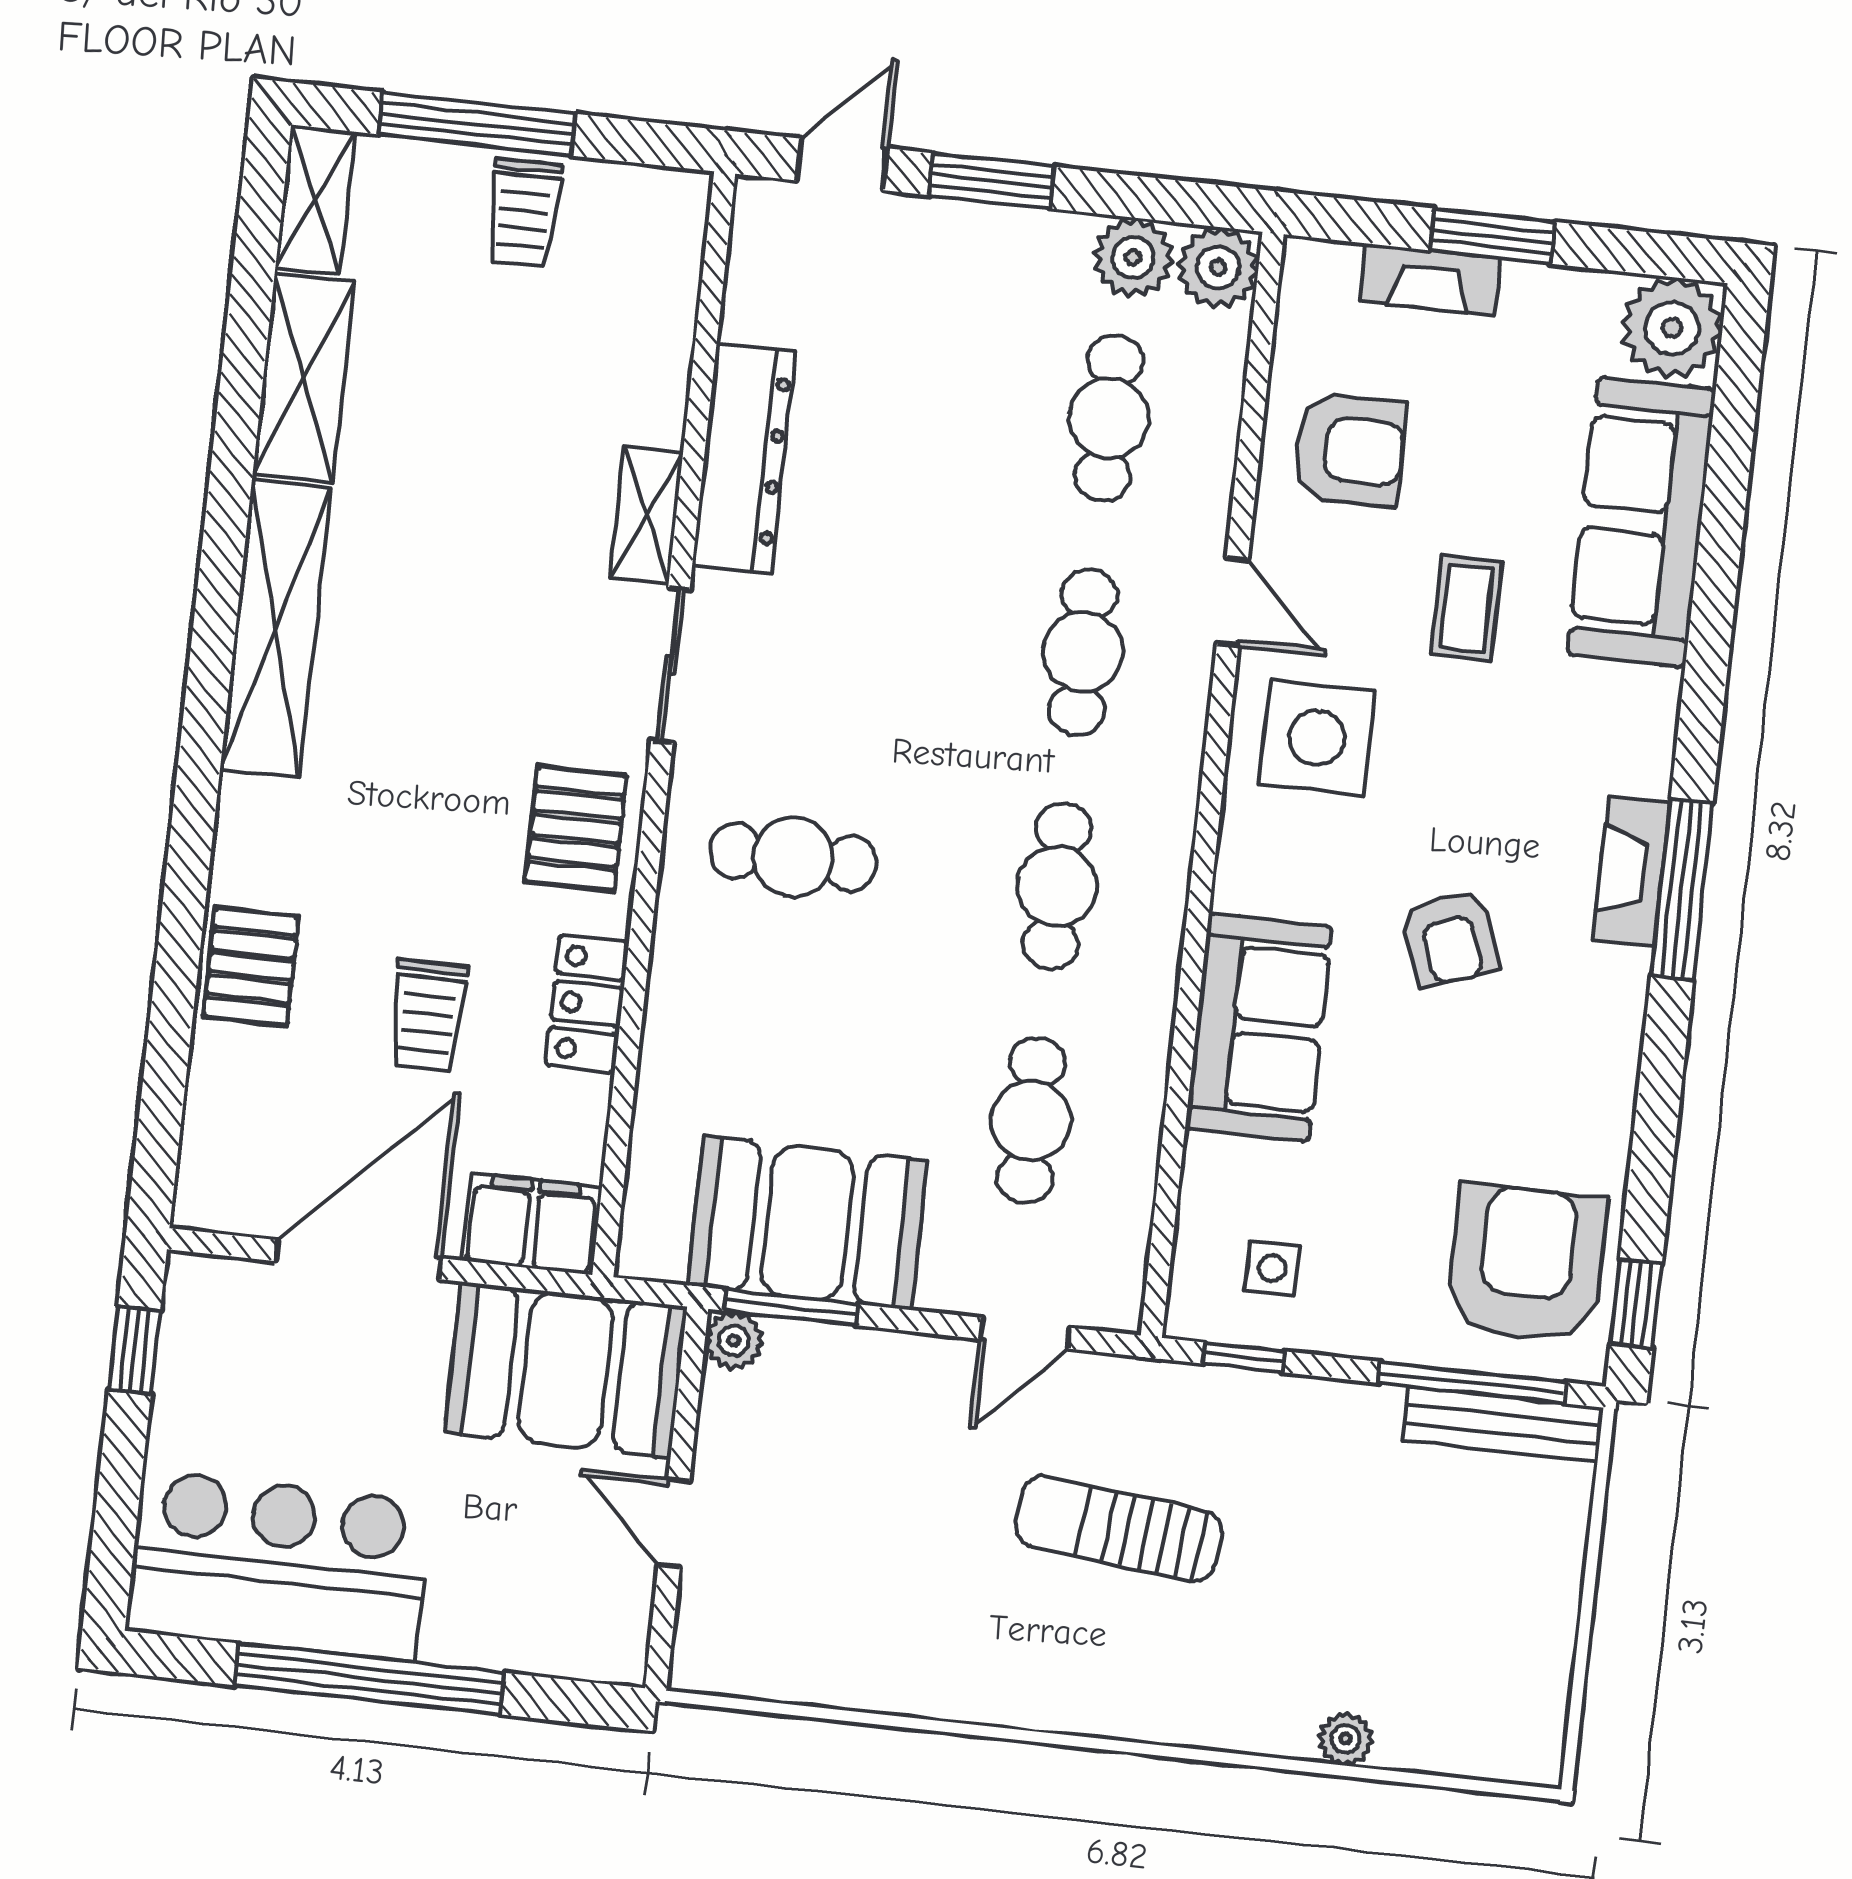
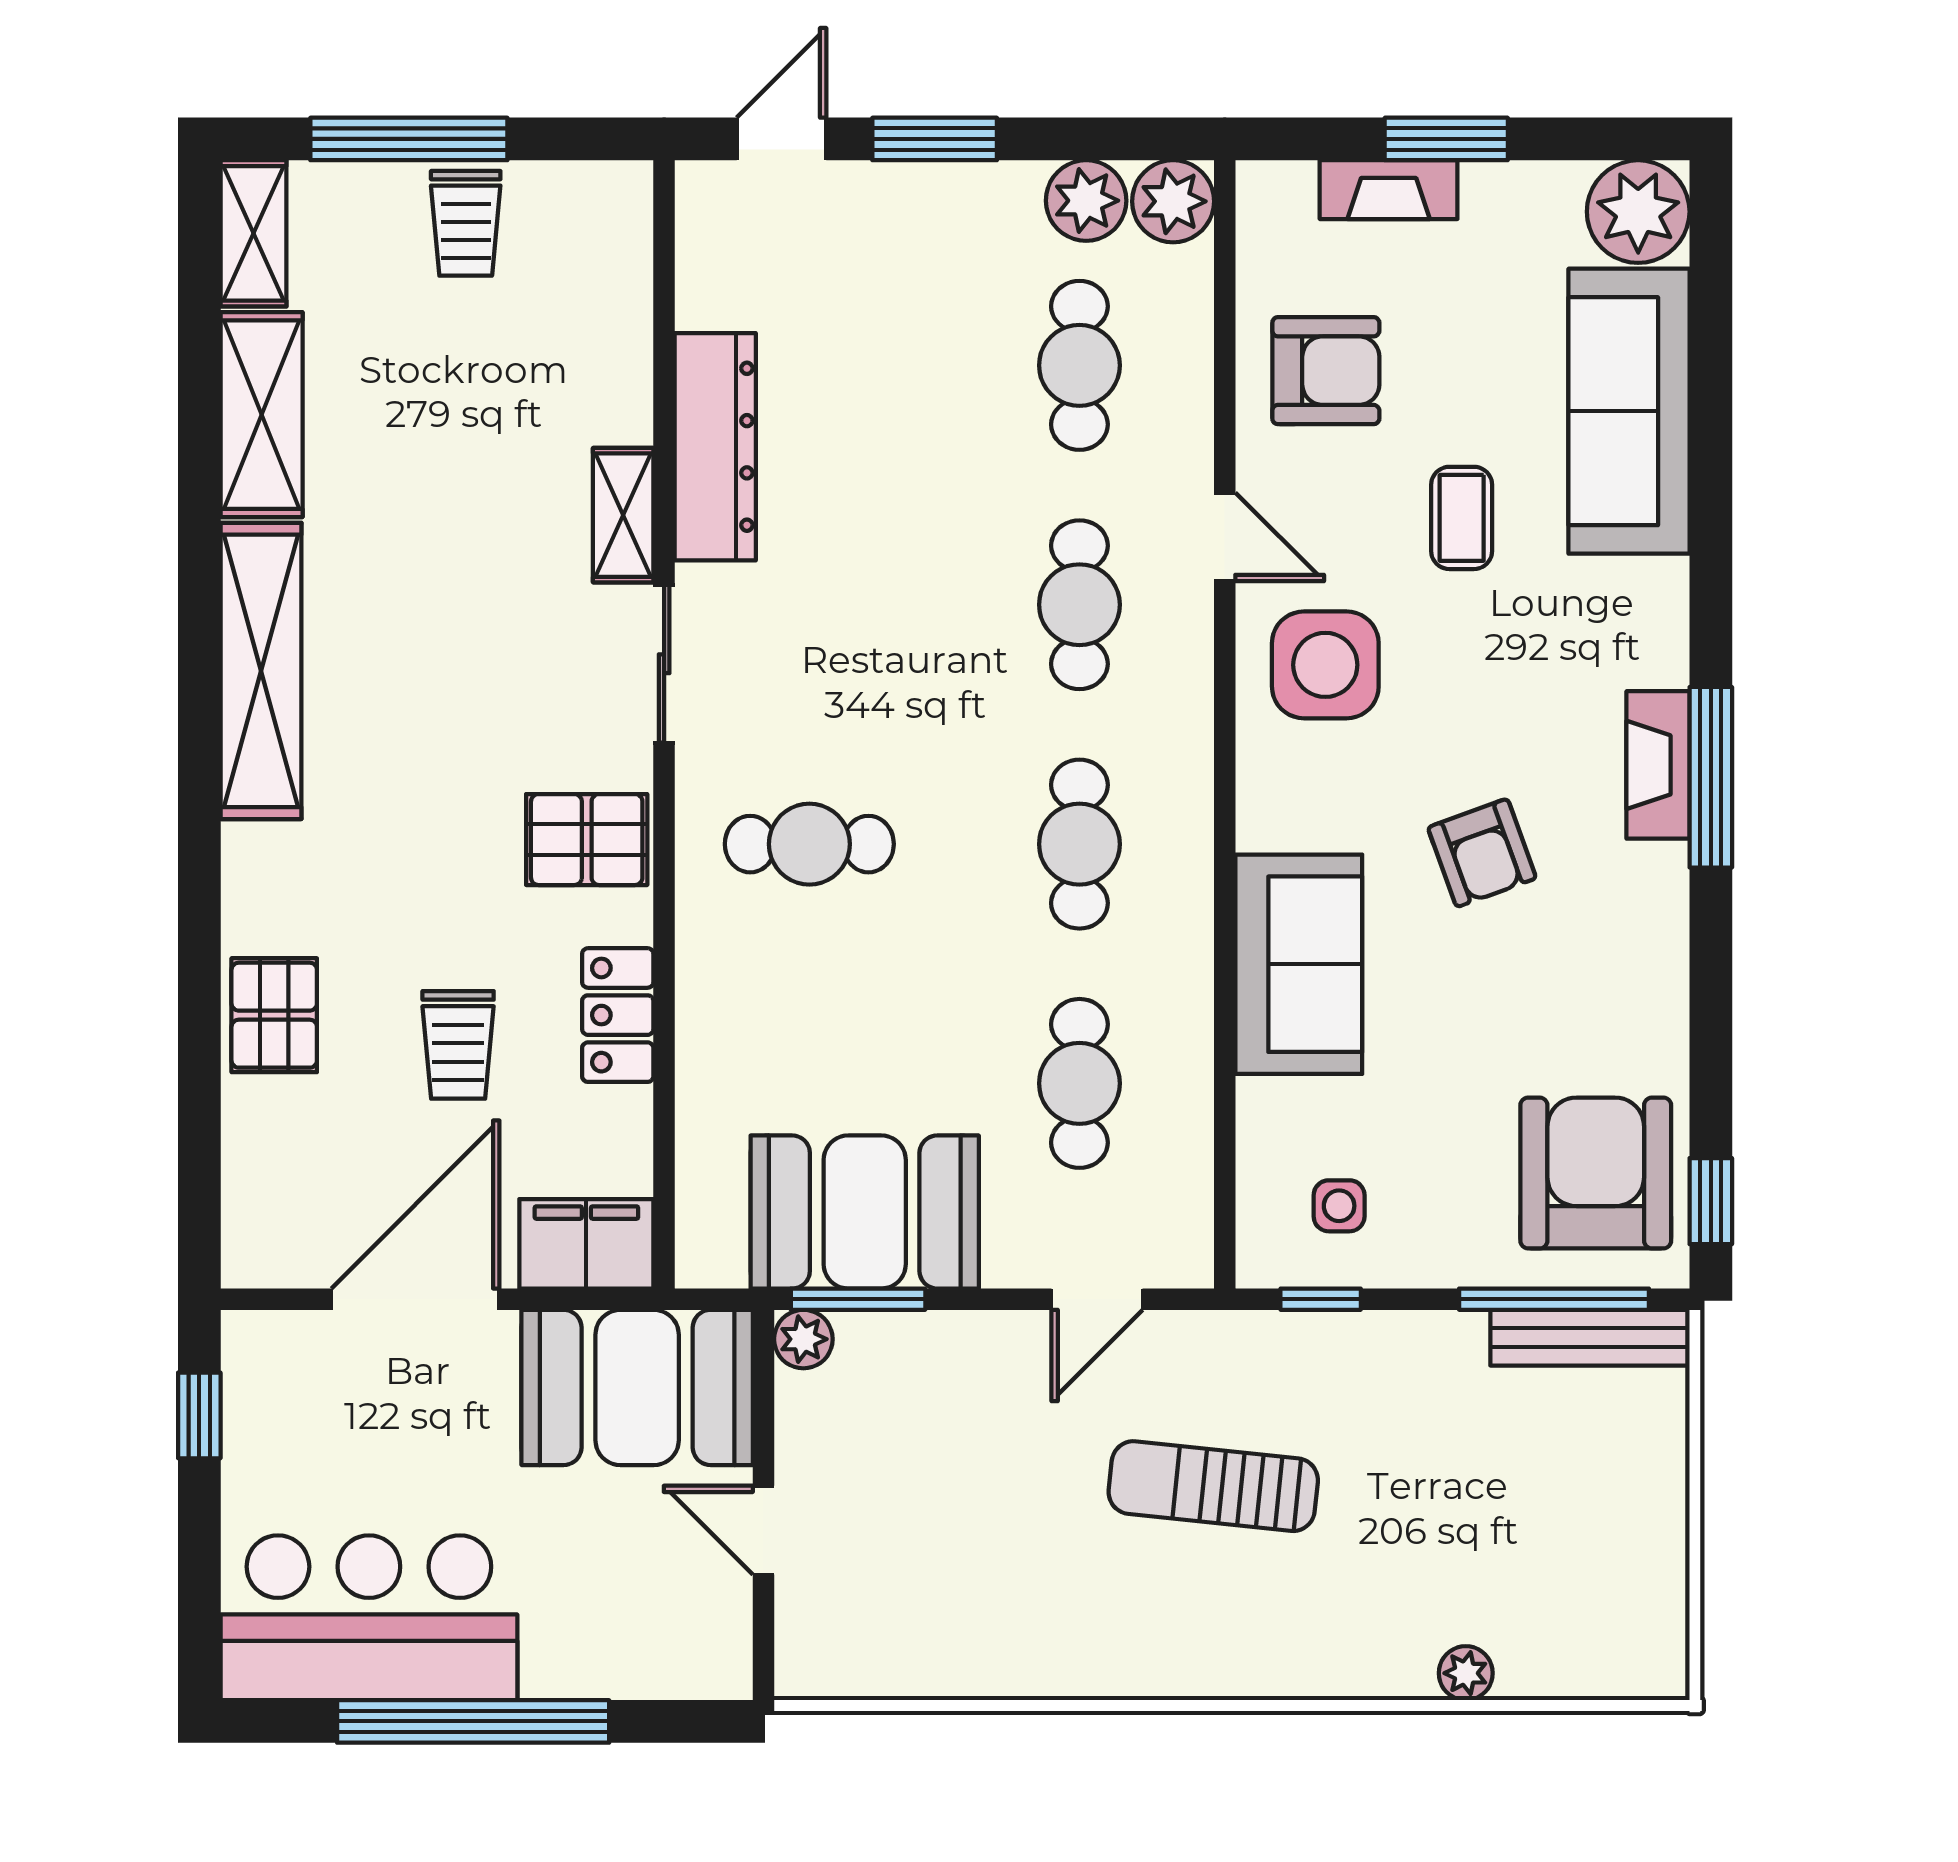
pallet: (576, 829) -> (587, 840), turned 90

